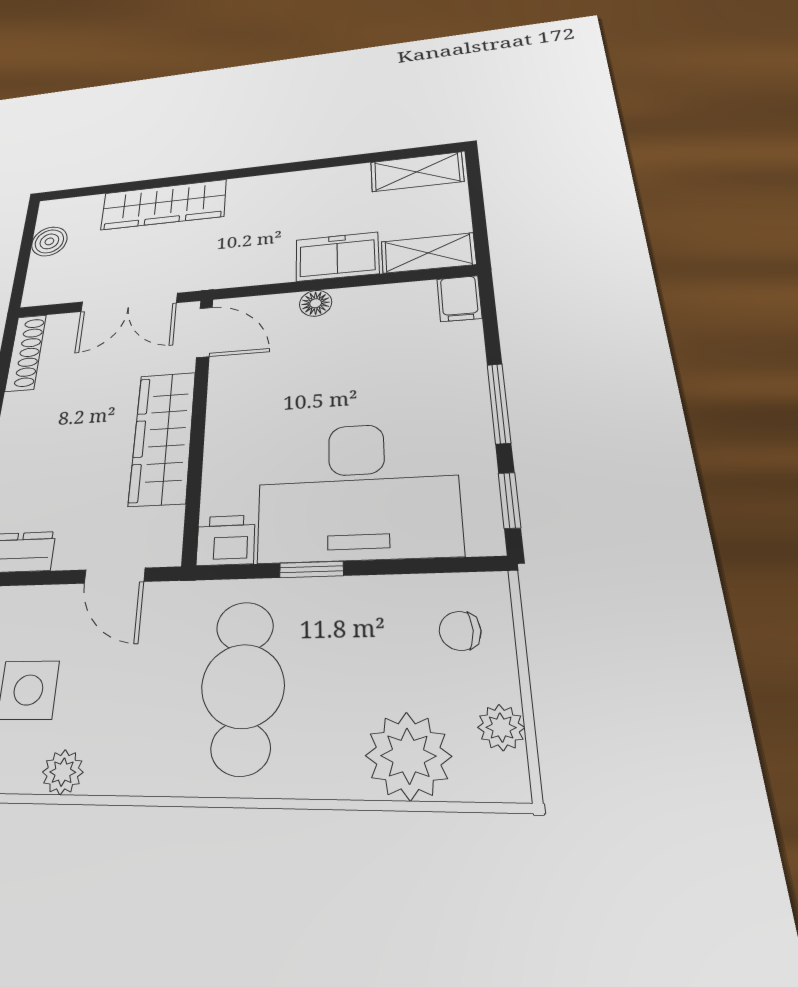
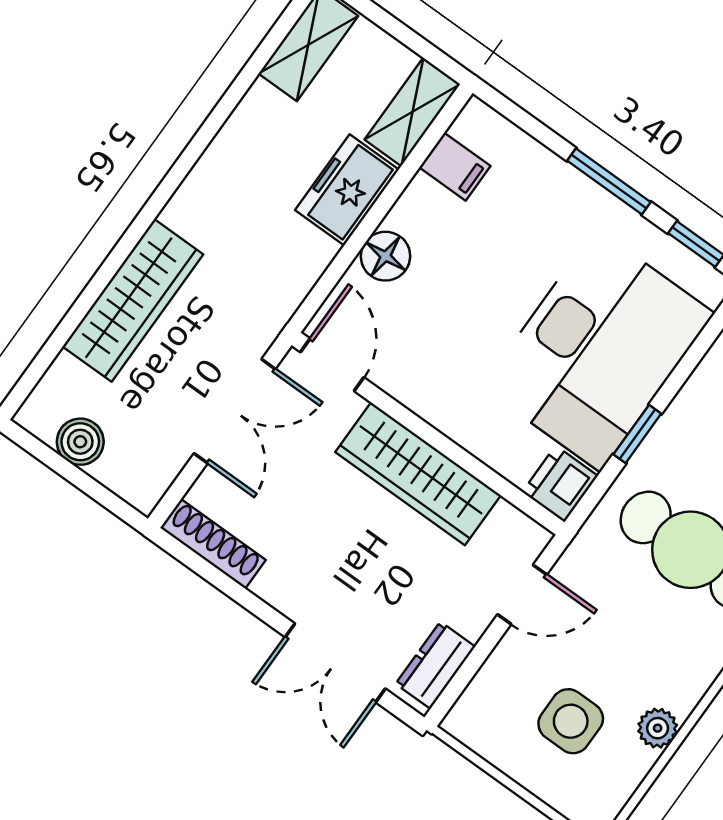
filing cabinet: (459, 299) -> (455, 167), moved
floor lamp: (316, 303) -> (385, 256), width x1.37, depth x1.37
door: (204, 332) -> (332, 365), hinge flipped

